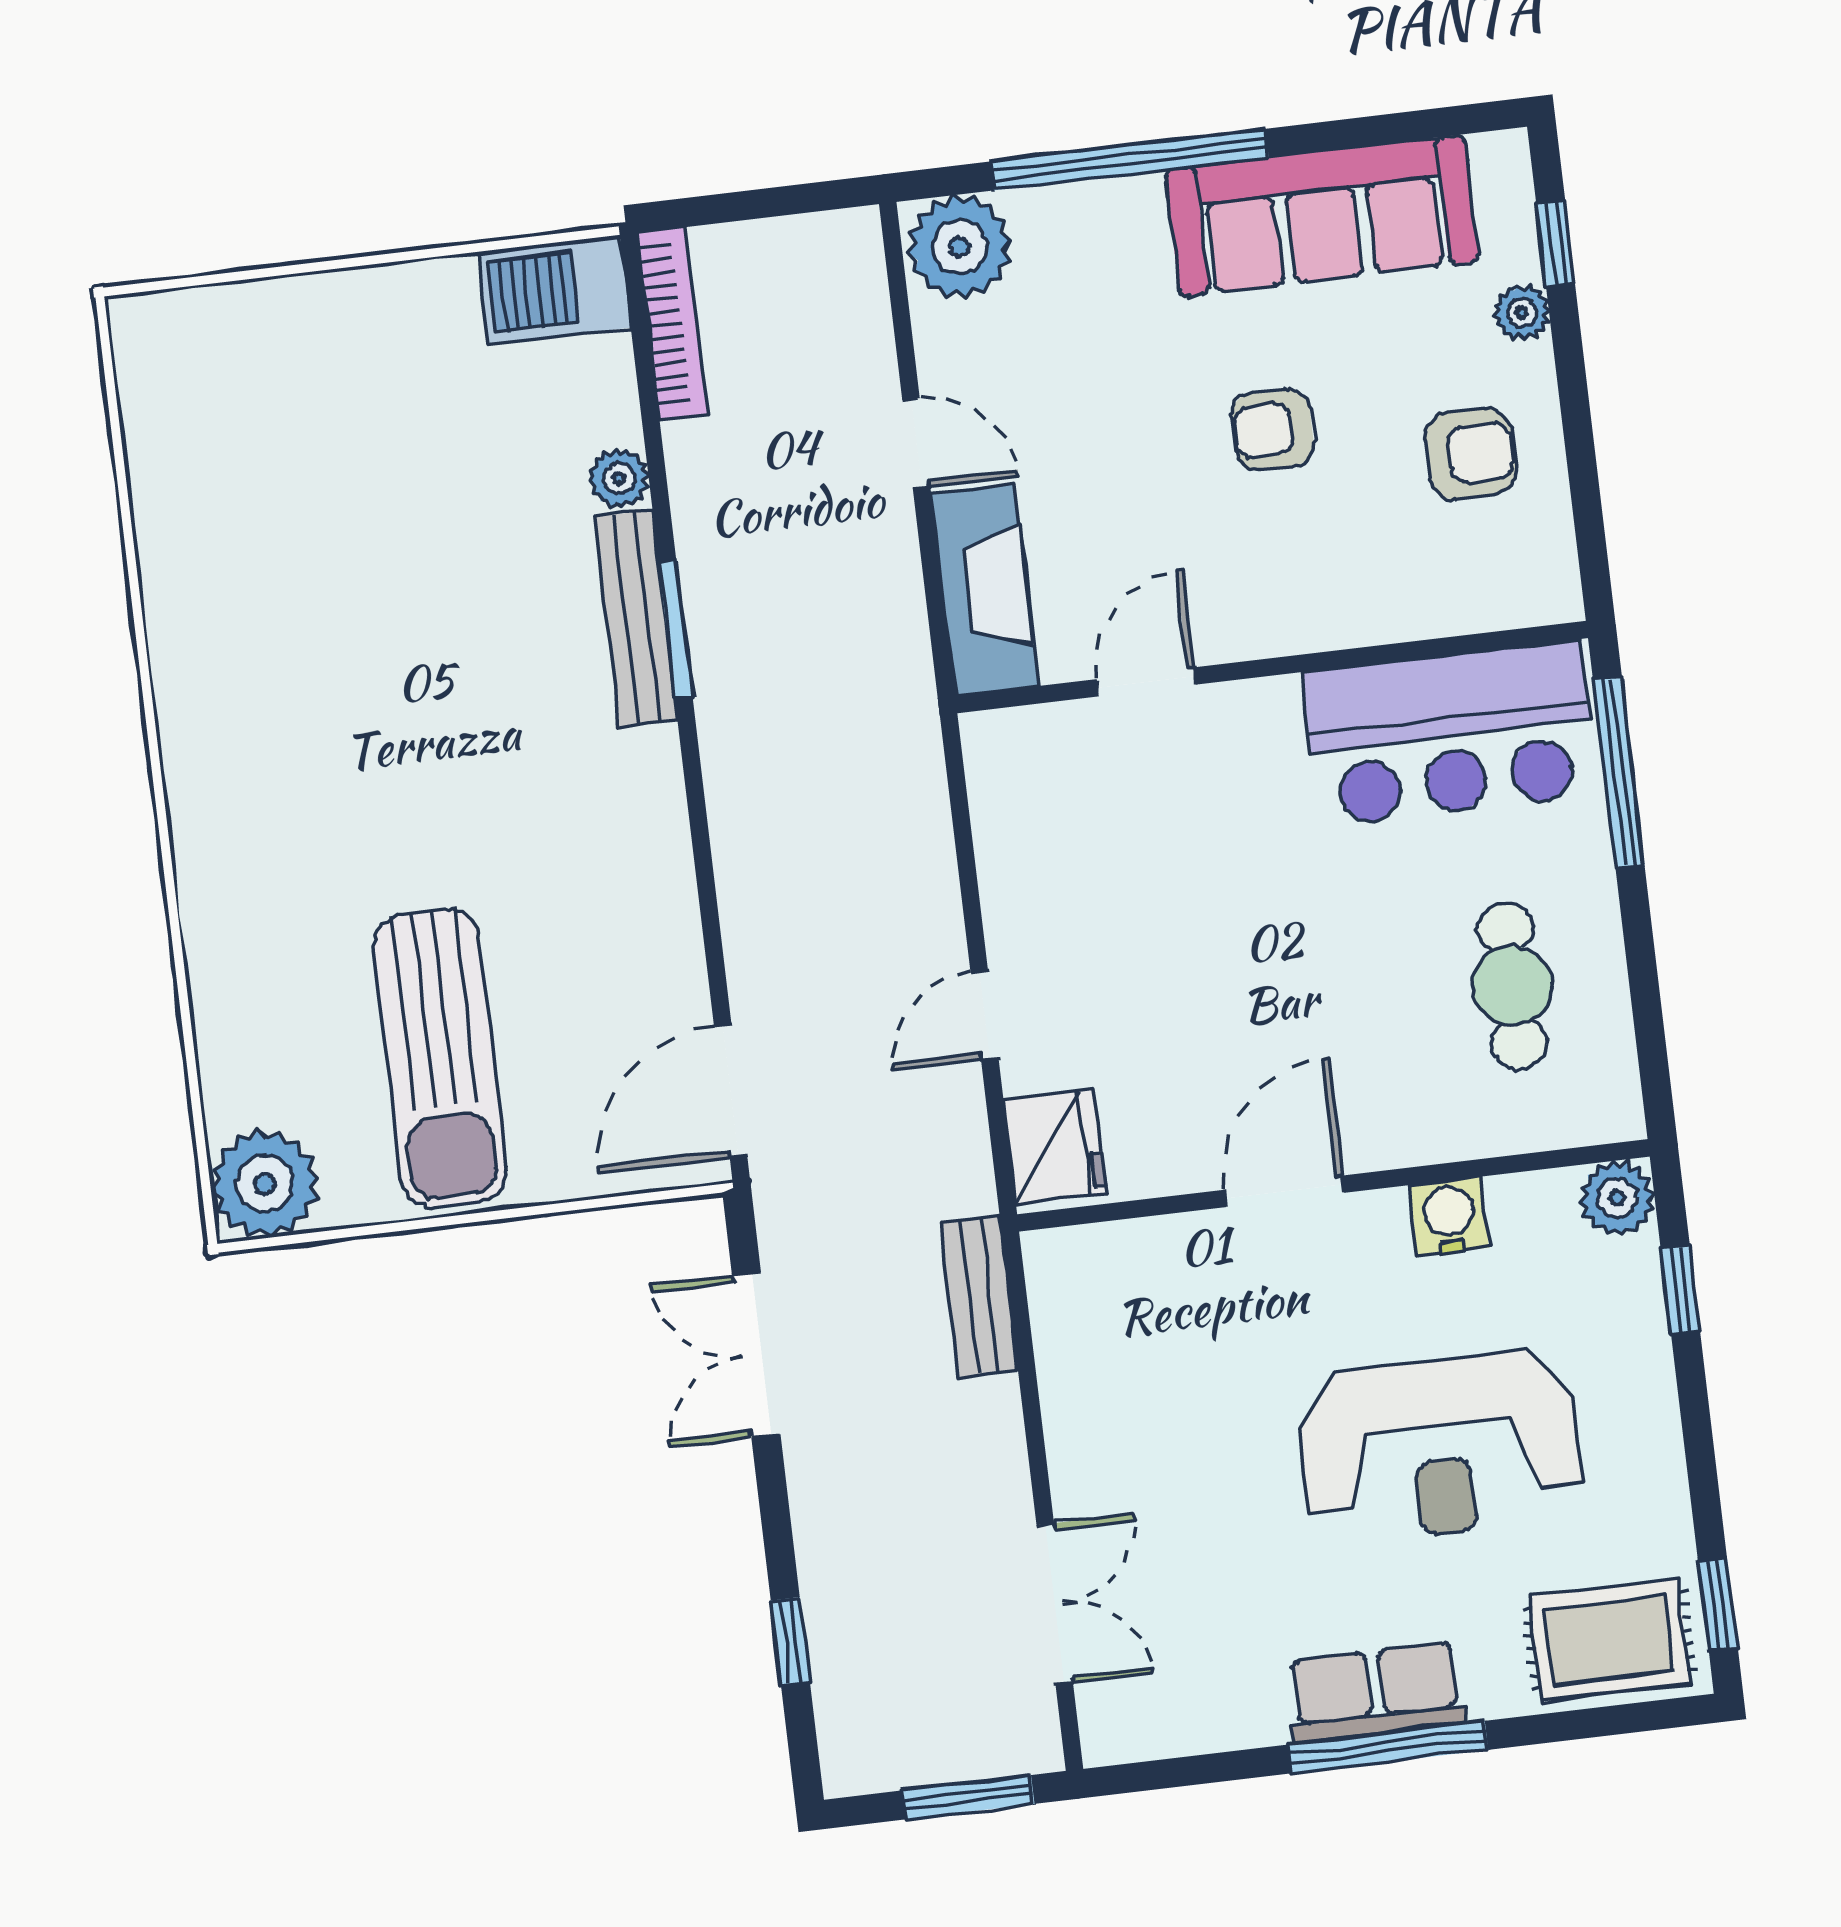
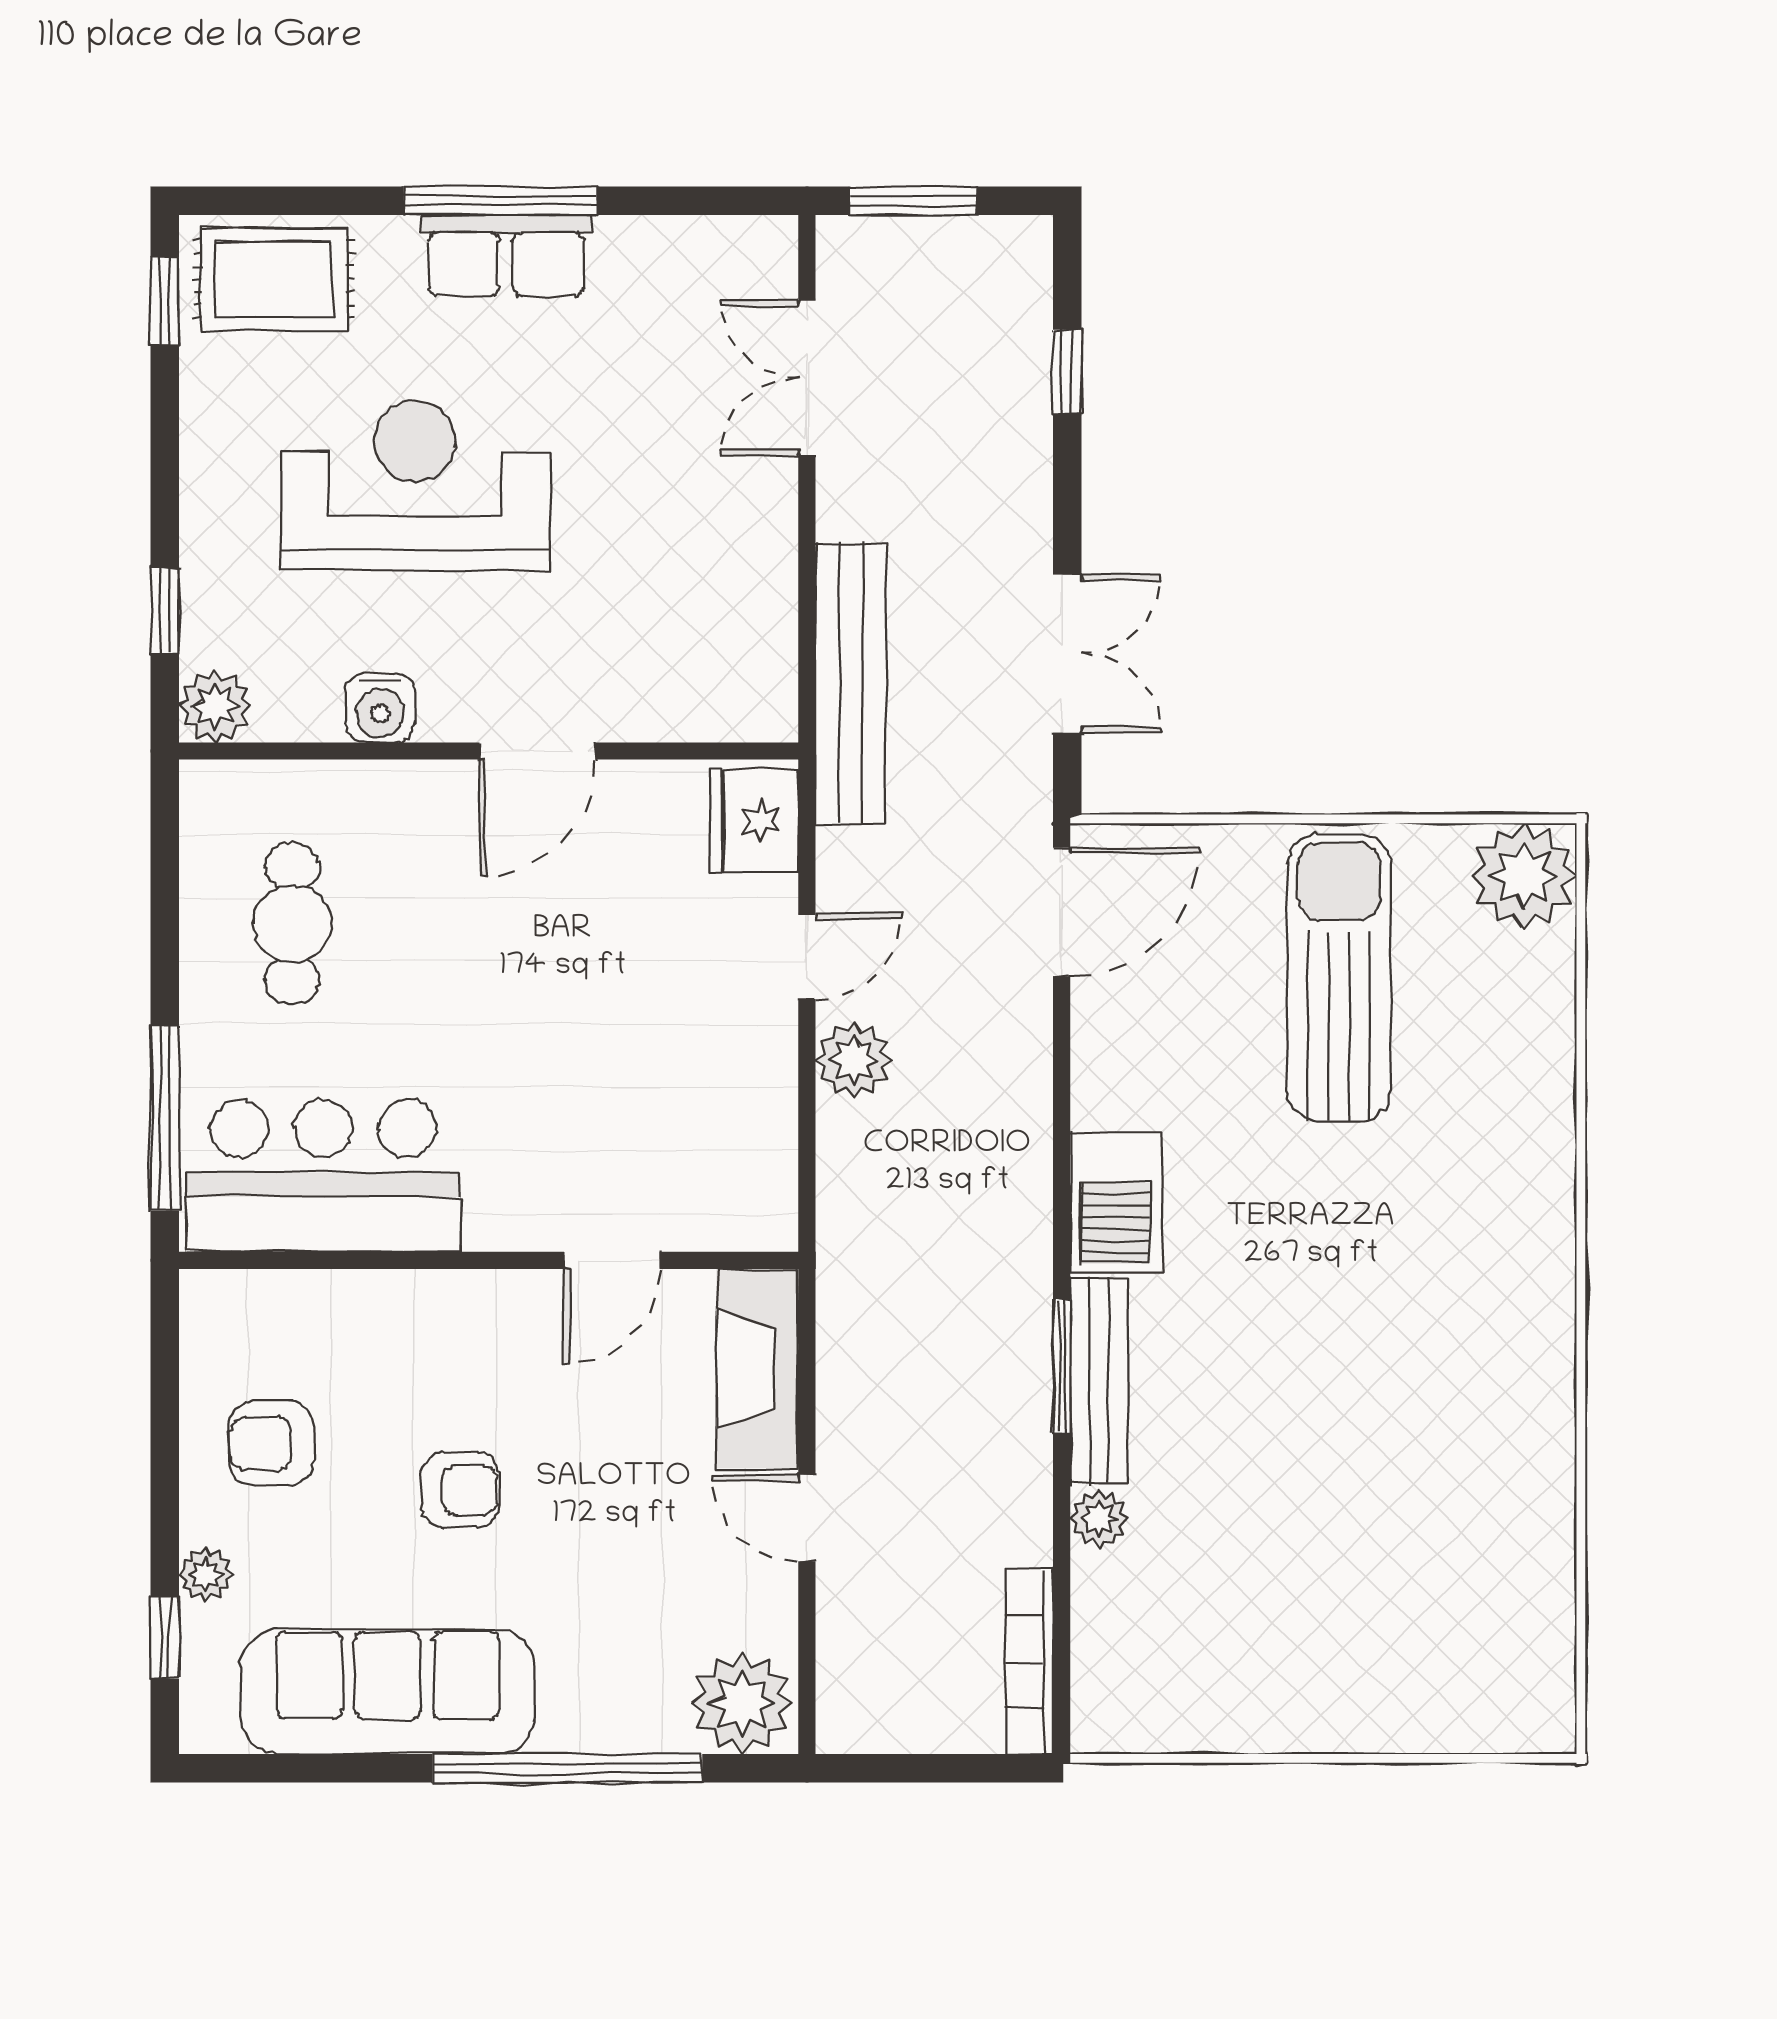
barbecue: (554, 290) -> (1116, 1202), moved, turned 90
plant: (924, 915) -> (854, 1060), added
bench: (980, 1297) -> (850, 684), width x1.86, depth x1.21

